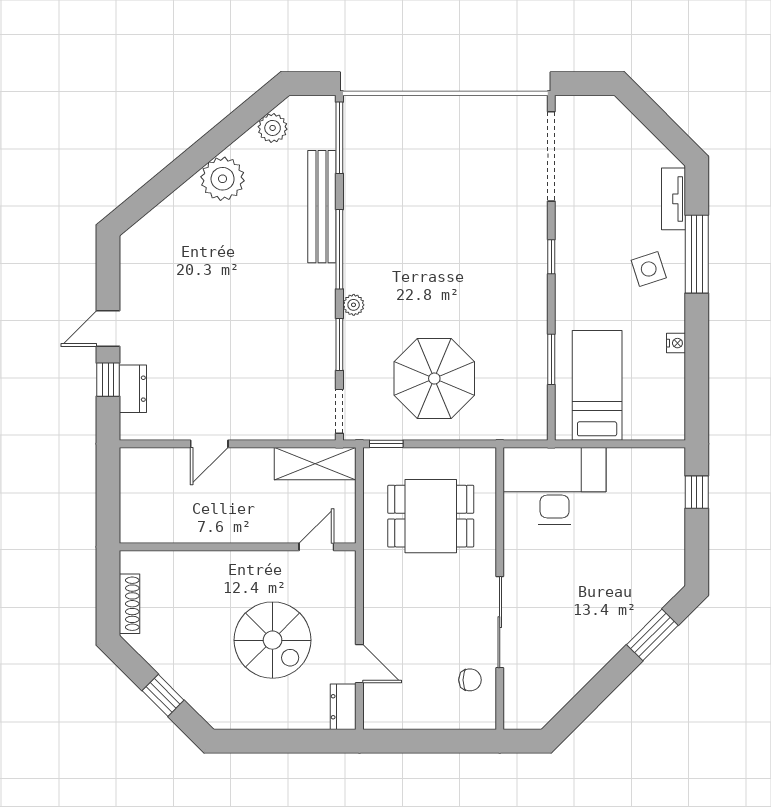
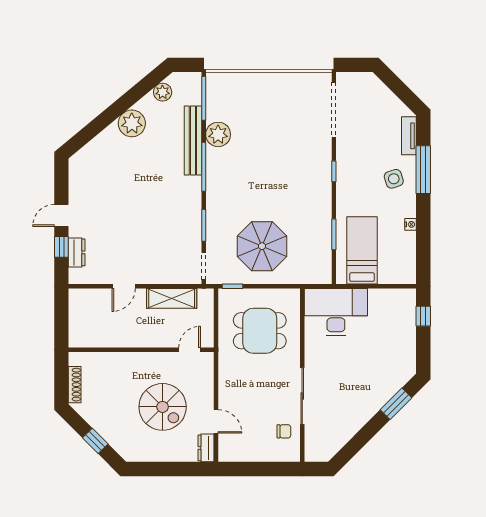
plant: (354, 305) -> (218, 134), moved, width x1.88, depth x1.88
shelving: (315, 464) -> (172, 298), moved

